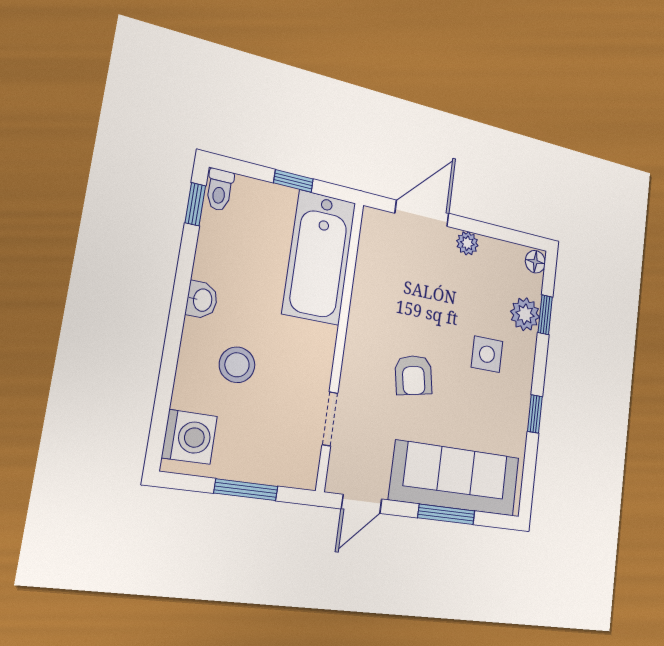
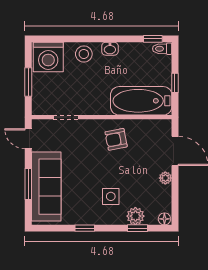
stool: (237, 365) -> (84, 54), moved
armchair: (413, 375) -> (116, 139), moved
washing machine: (190, 437) -> (48, 57), width x1.37, depth x1.37

